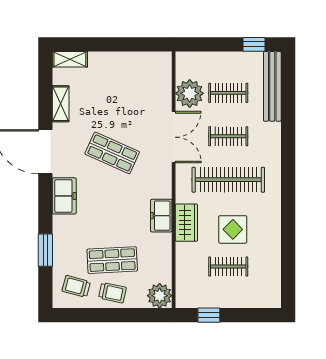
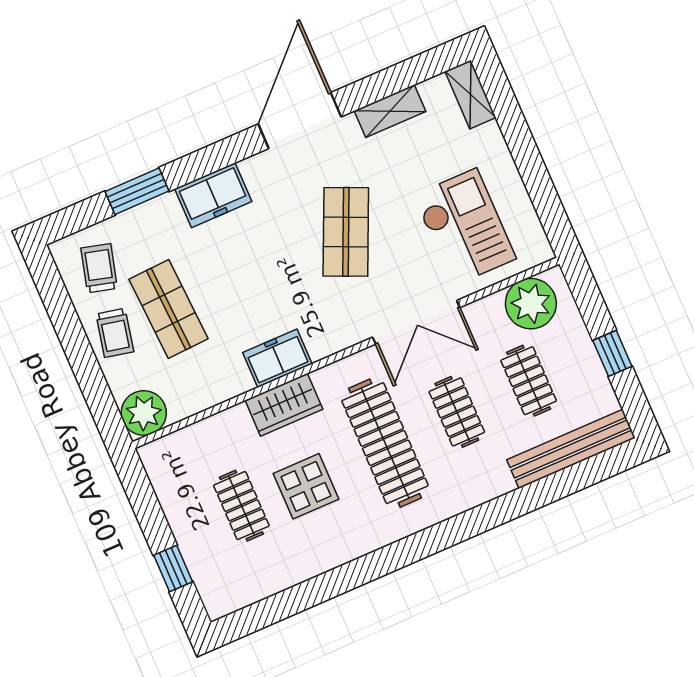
window: (254, 44) -> (612, 353), moved
checkout: (136, 92) -> (464, 227), added
plant: (190, 93) -> (531, 304), moved
freezer: (64, 196) -> (213, 195), moved
window: (209, 315) -> (173, 568), moved

